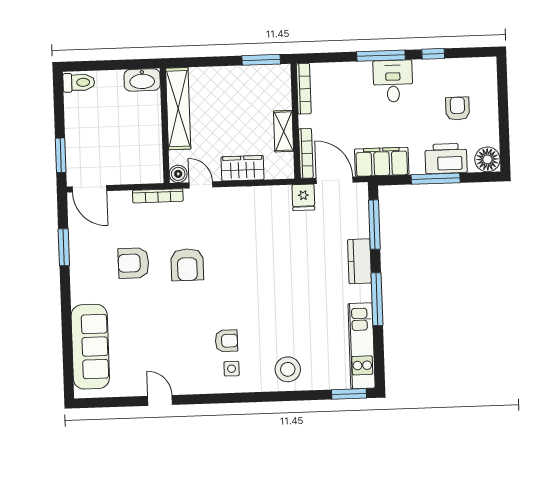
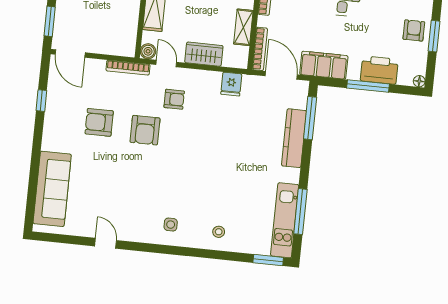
armchair: (457, 109) -> (414, 30), moved
window: (503, 111) -> (434, 36), added
floor lamp: (487, 159) -> (419, 81), width x0.53, depth x0.53
fridge: (303, 197) -> (231, 84), moved
window: (64, 247) -> (41, 101), width x0.67
kitchen counter: (360, 261) -> (294, 138), width x1.50
window: (377, 299) -> (300, 212), moved
armchair: (226, 341) -> (174, 99), moved
stool: (288, 369) -> (219, 232), width x0.53, depth x0.53

